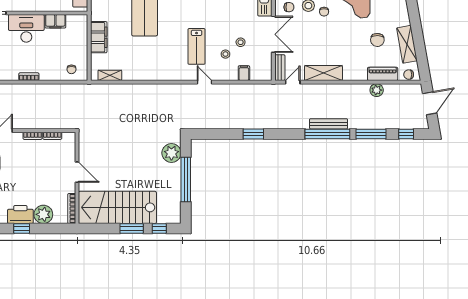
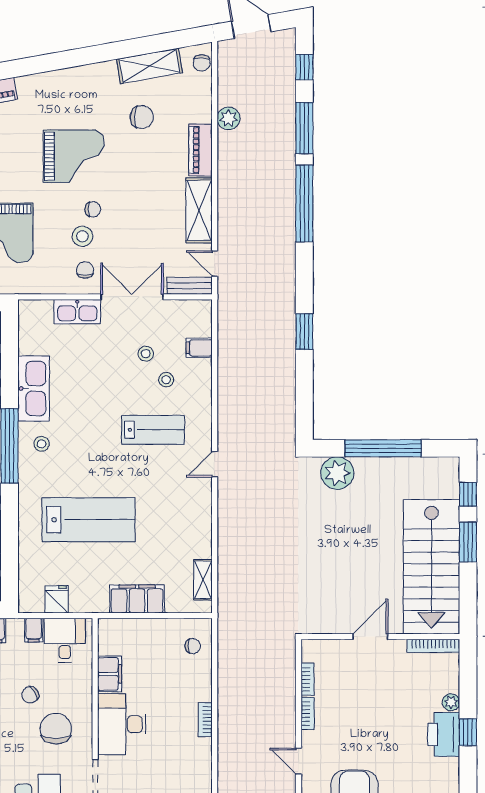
piano: (383, 74) -> (200, 150), moved
door: (205, 82) -> (215, 464), moved
bench: (329, 124) -> (287, 201), removed
plant: (43, 214) -> (451, 702), width x0.53, depth x0.53

